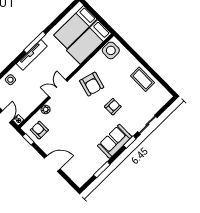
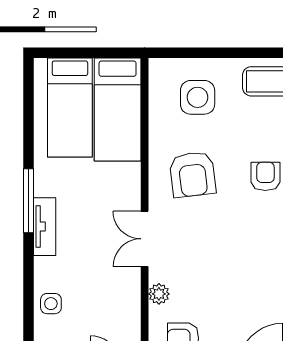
side table: (111, 50) -> (198, 97), moved
tv unit: (32, 55) -> (45, 227), width x0.71
armchair: (92, 84) -> (193, 174), turned 68

